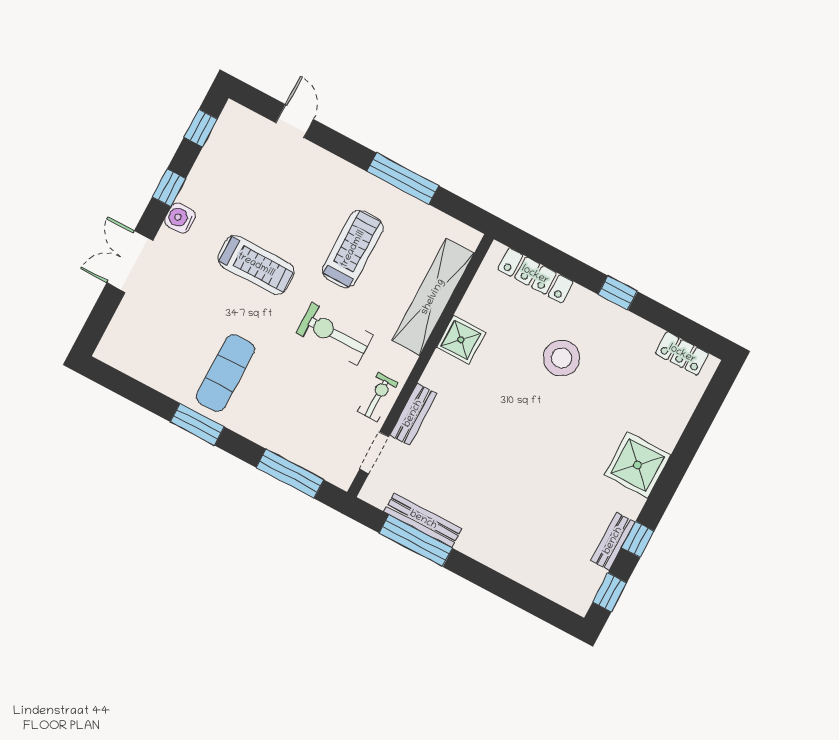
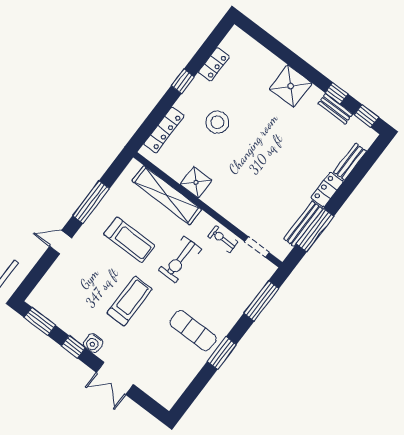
door: (295, 121) -> (61, 242), moved
window: (201, 128) -> (40, 321), width x1.50
treadmill: (353, 249) -> (129, 240), turned 180
locker: (682, 354) -> (214, 64), moved
bench: (413, 414) -> (350, 162), moved, turned 90
locker: (483, 549) -> (327, 190), added

